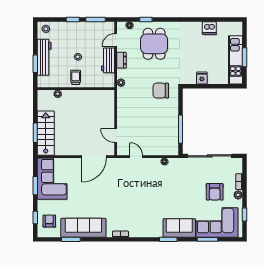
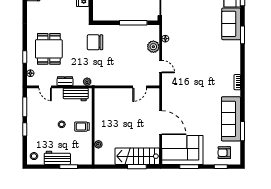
dining table: (154, 44) -> (49, 49), turned 90
workbench: (44, 57) -> (57, 158), width x0.73
workbench: (108, 60) -> (76, 94), moved
chair: (161, 91) -> (95, 42), turned 90
plant: (156, 149) -> (153, 47), added
door: (94, 157) -> (161, 123), moved
door: (136, 157) -> (161, 67), swing flipped

